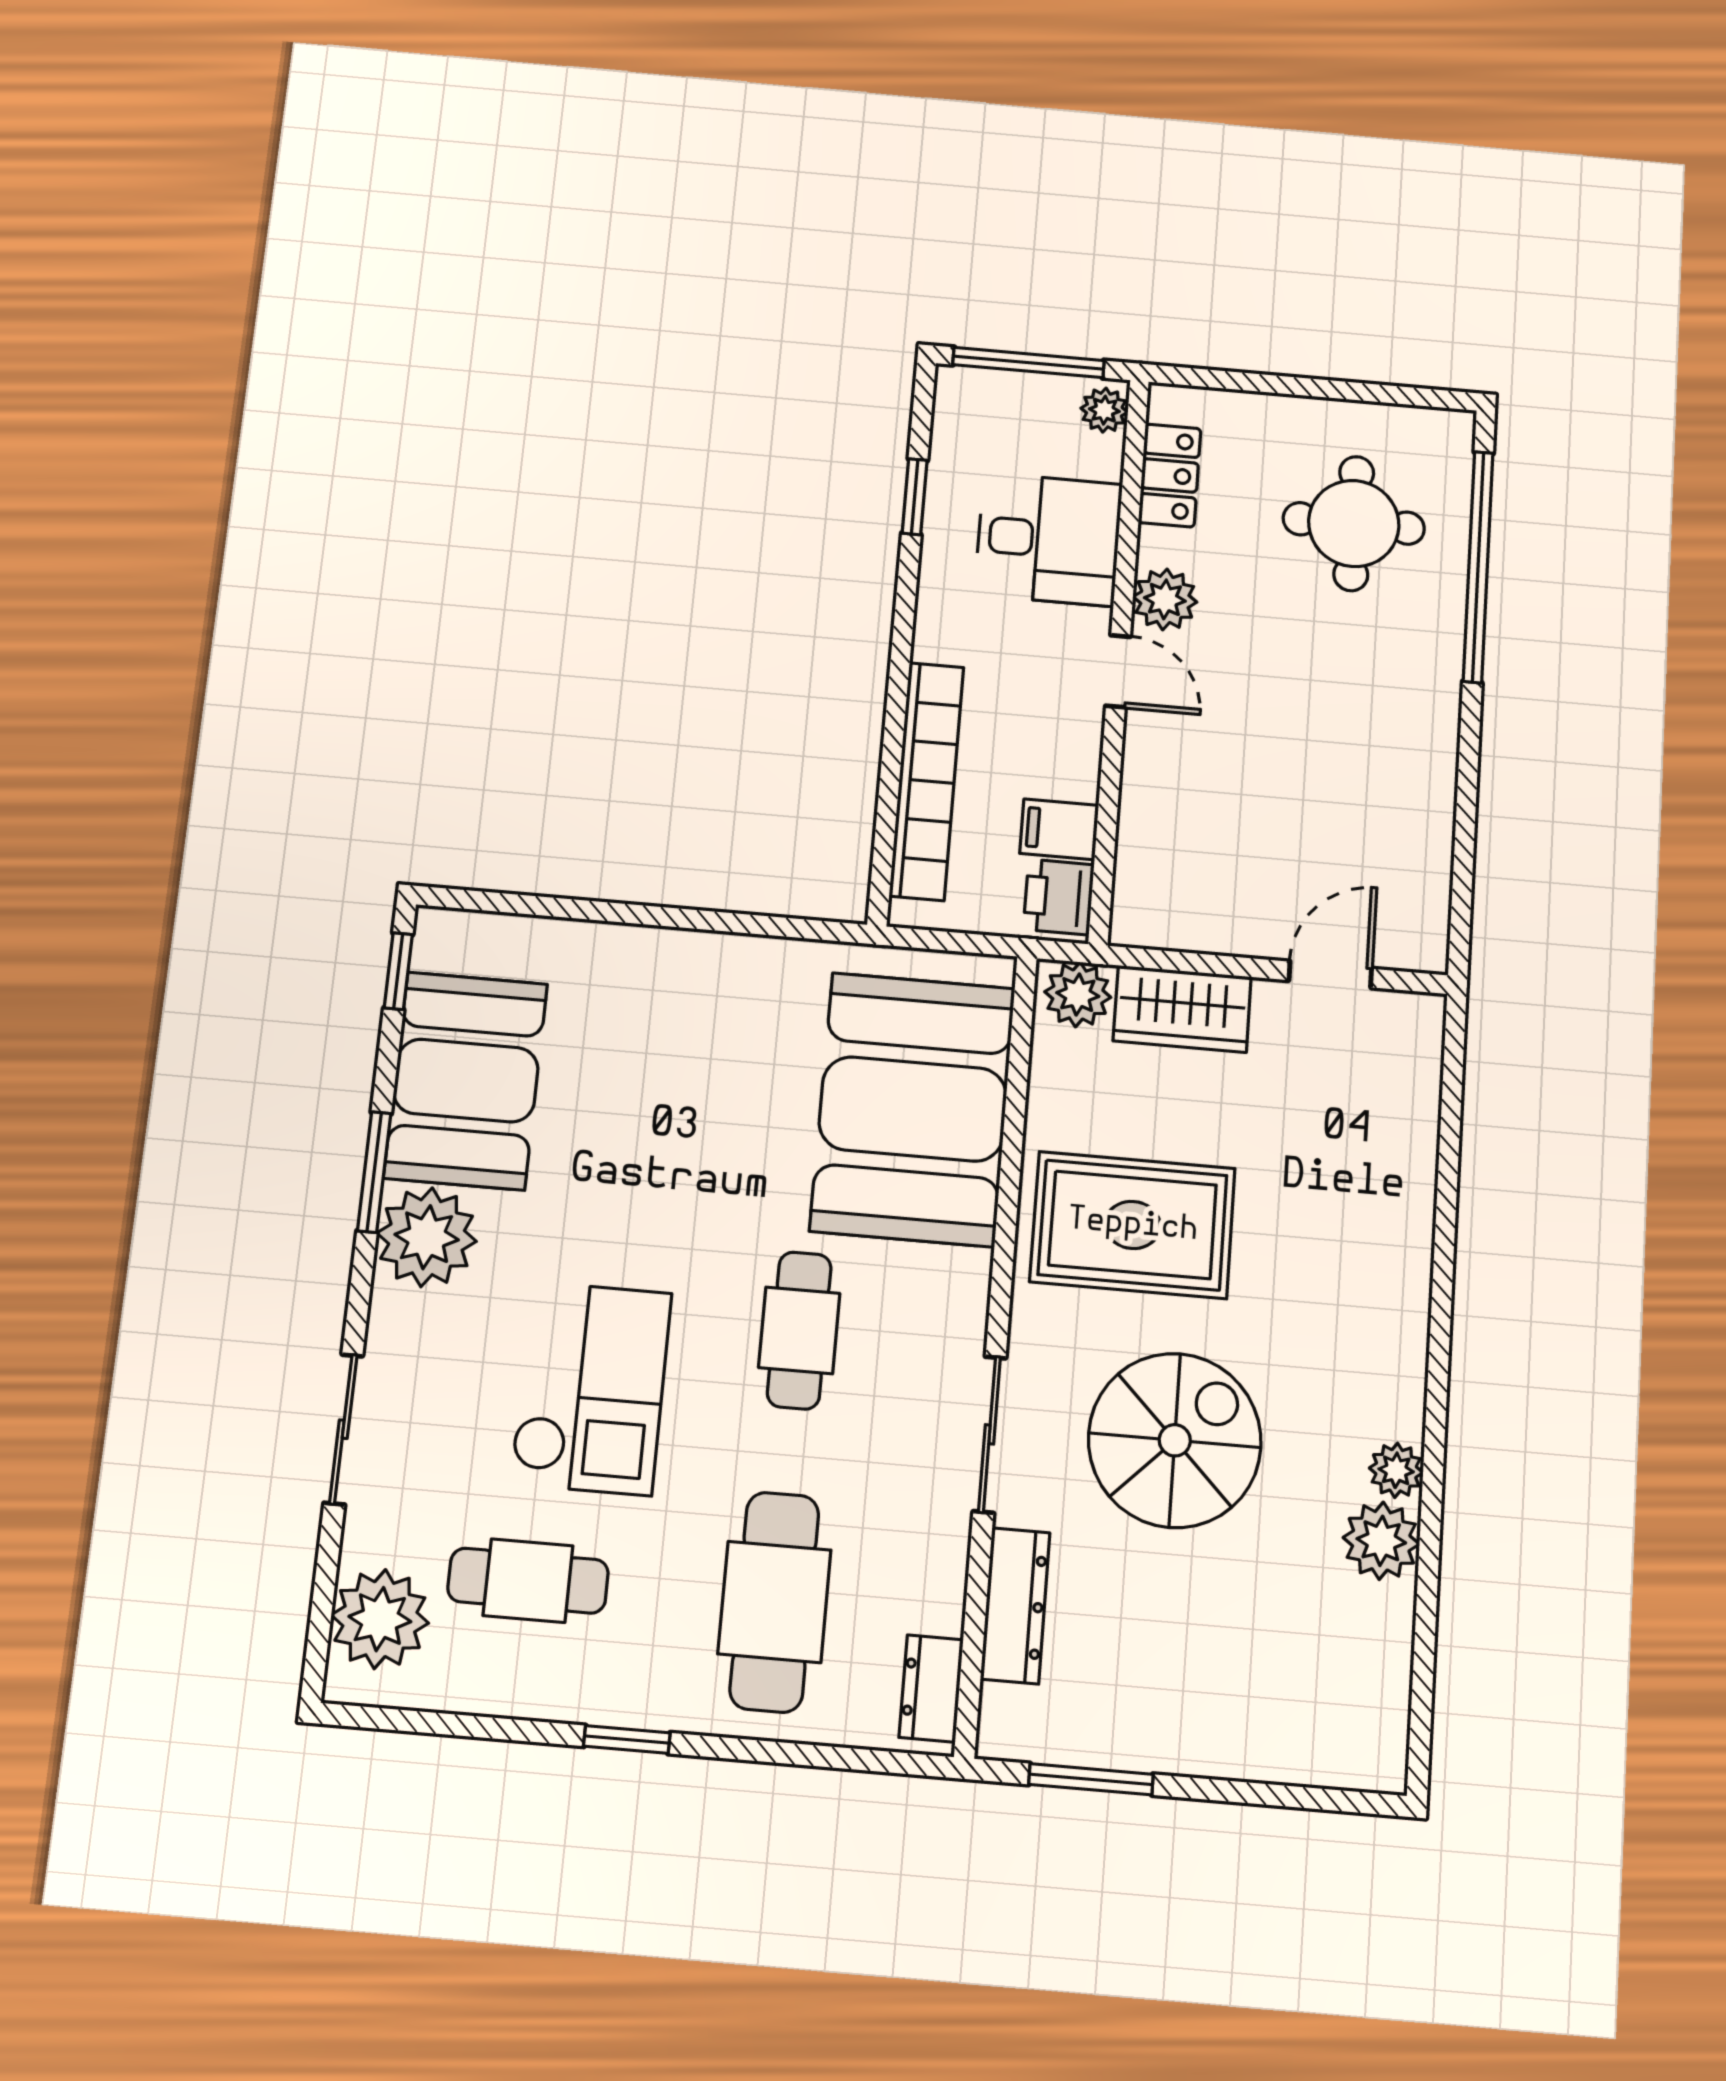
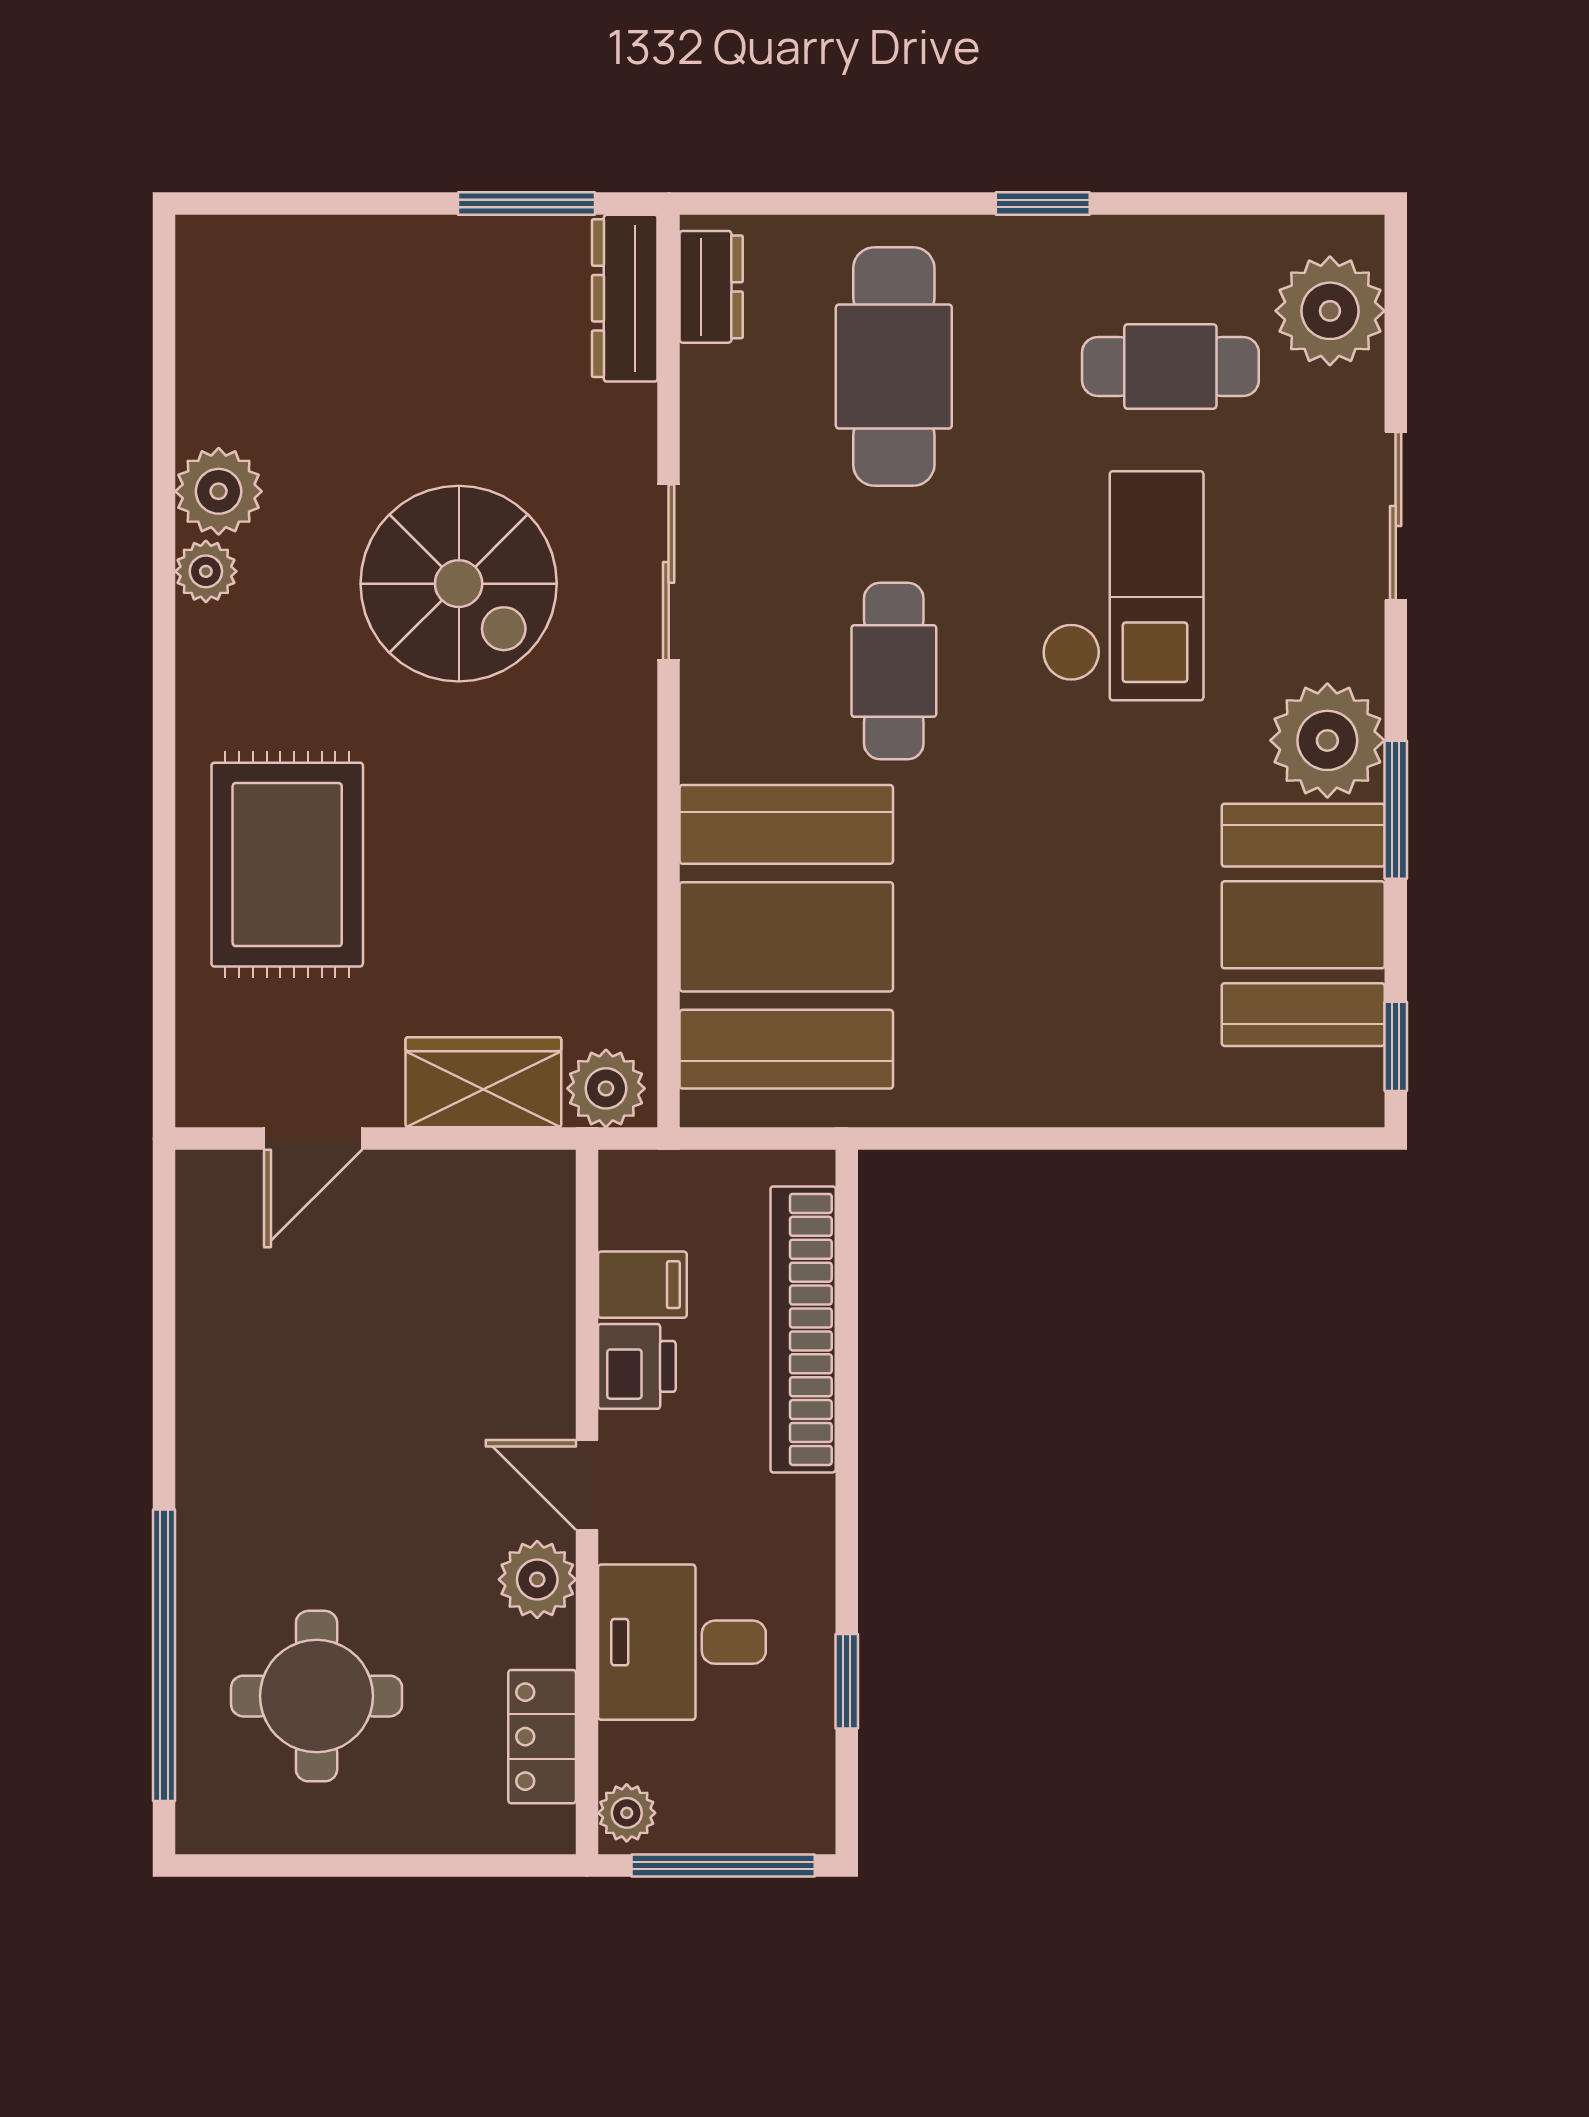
printer: (1059, 897) -> (637, 1366), moved
rug: (1133, 1225) -> (287, 865), moved, turned 90
checkout: (591, 1388) -> (1123, 586), turned 180
spiral stairs: (1175, 1440) -> (459, 584), turned -90
dresser: (1015, 1606) -> (625, 298), moved

